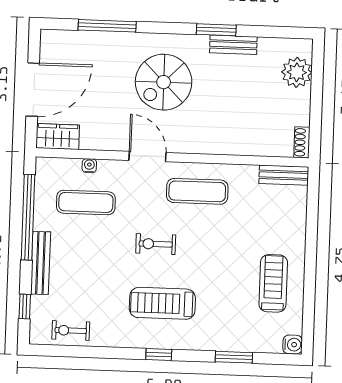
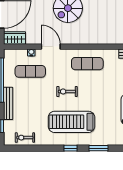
door: (148, 156) -> (51, 47), moved
treadmill: (162, 303) -> (71, 122), width x1.37, depth x1.38
window: (234, 357) -> (98, 148), moved

